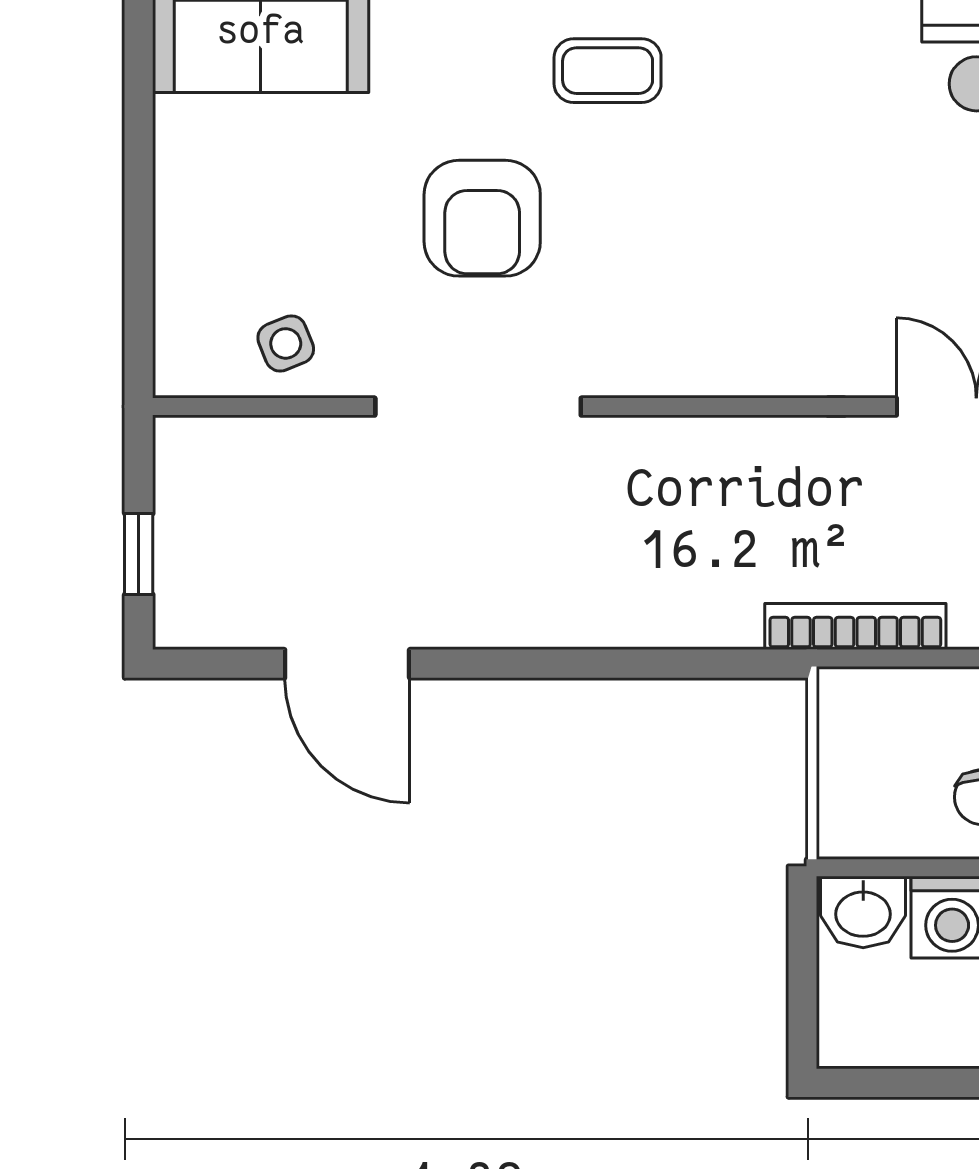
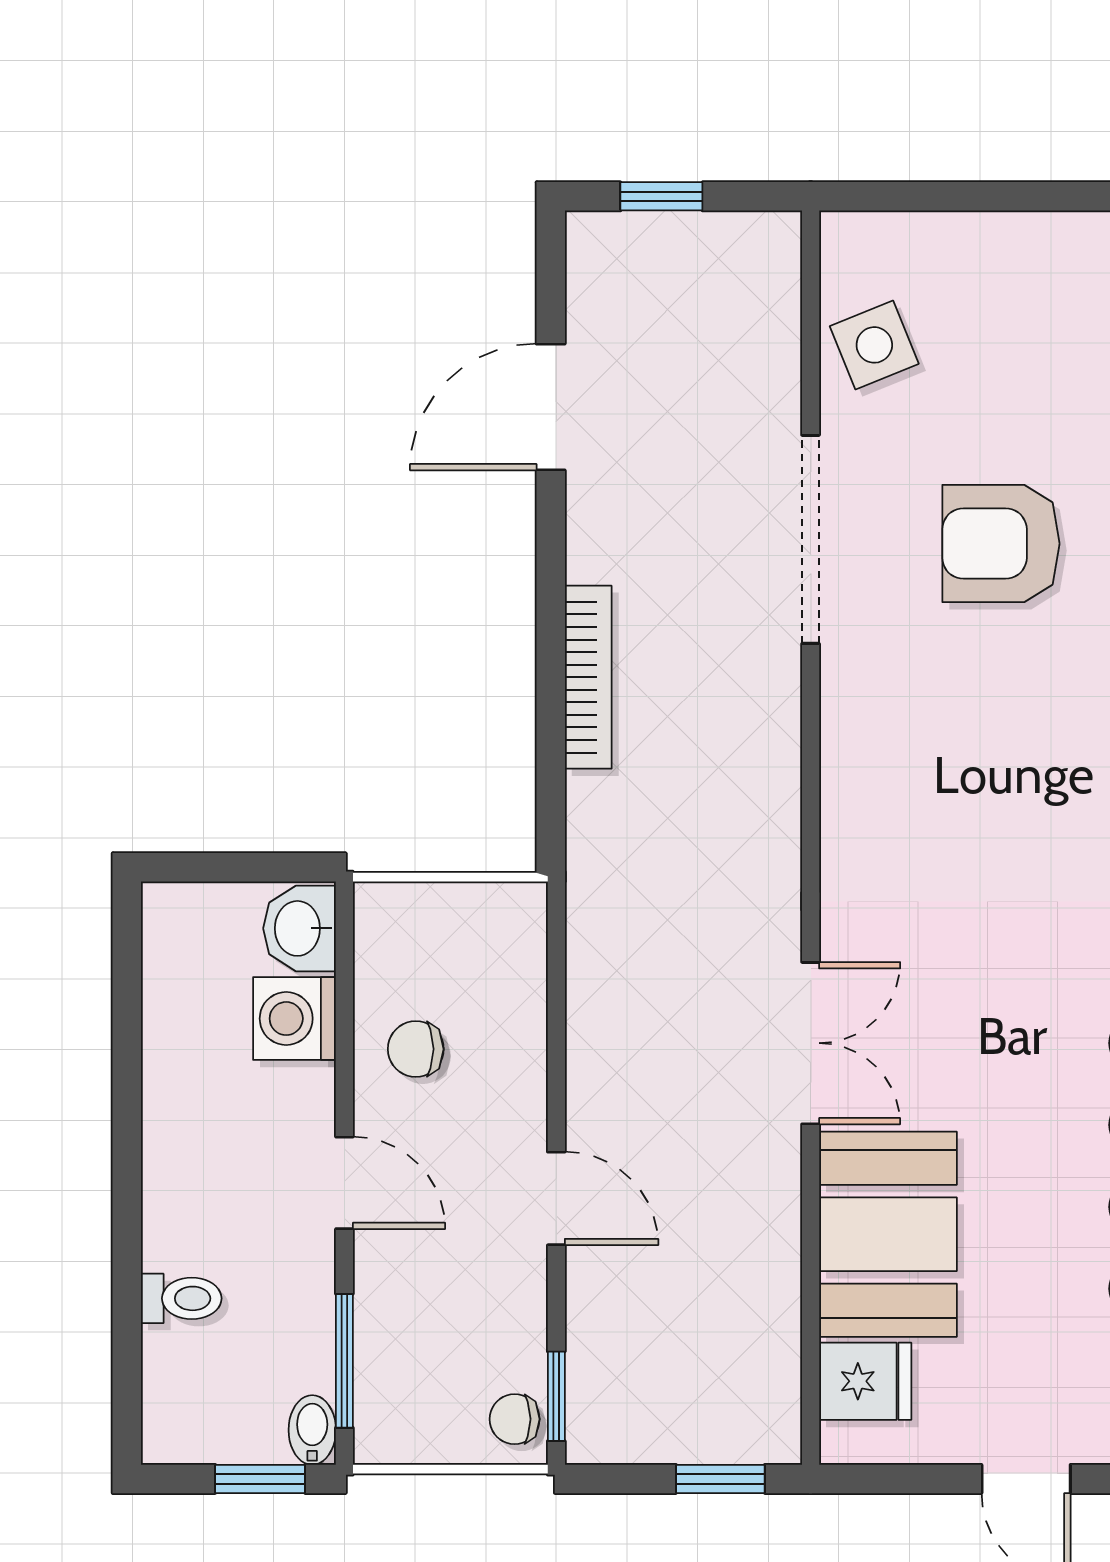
side table: (286, 343) -> (874, 345), width x1.37, depth x1.37
bookcase: (855, 626) -> (588, 677), moved

